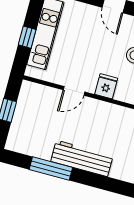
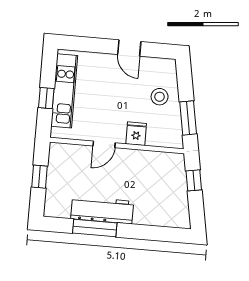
workbench: (82, 158) -> (102, 210), moved

